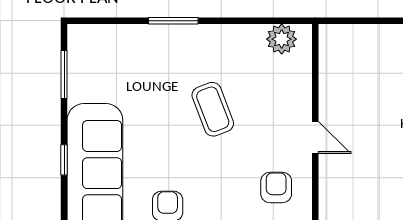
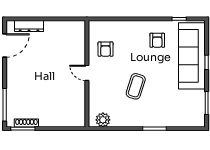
coffee table: (213, 109) -> (136, 86), turned 39

